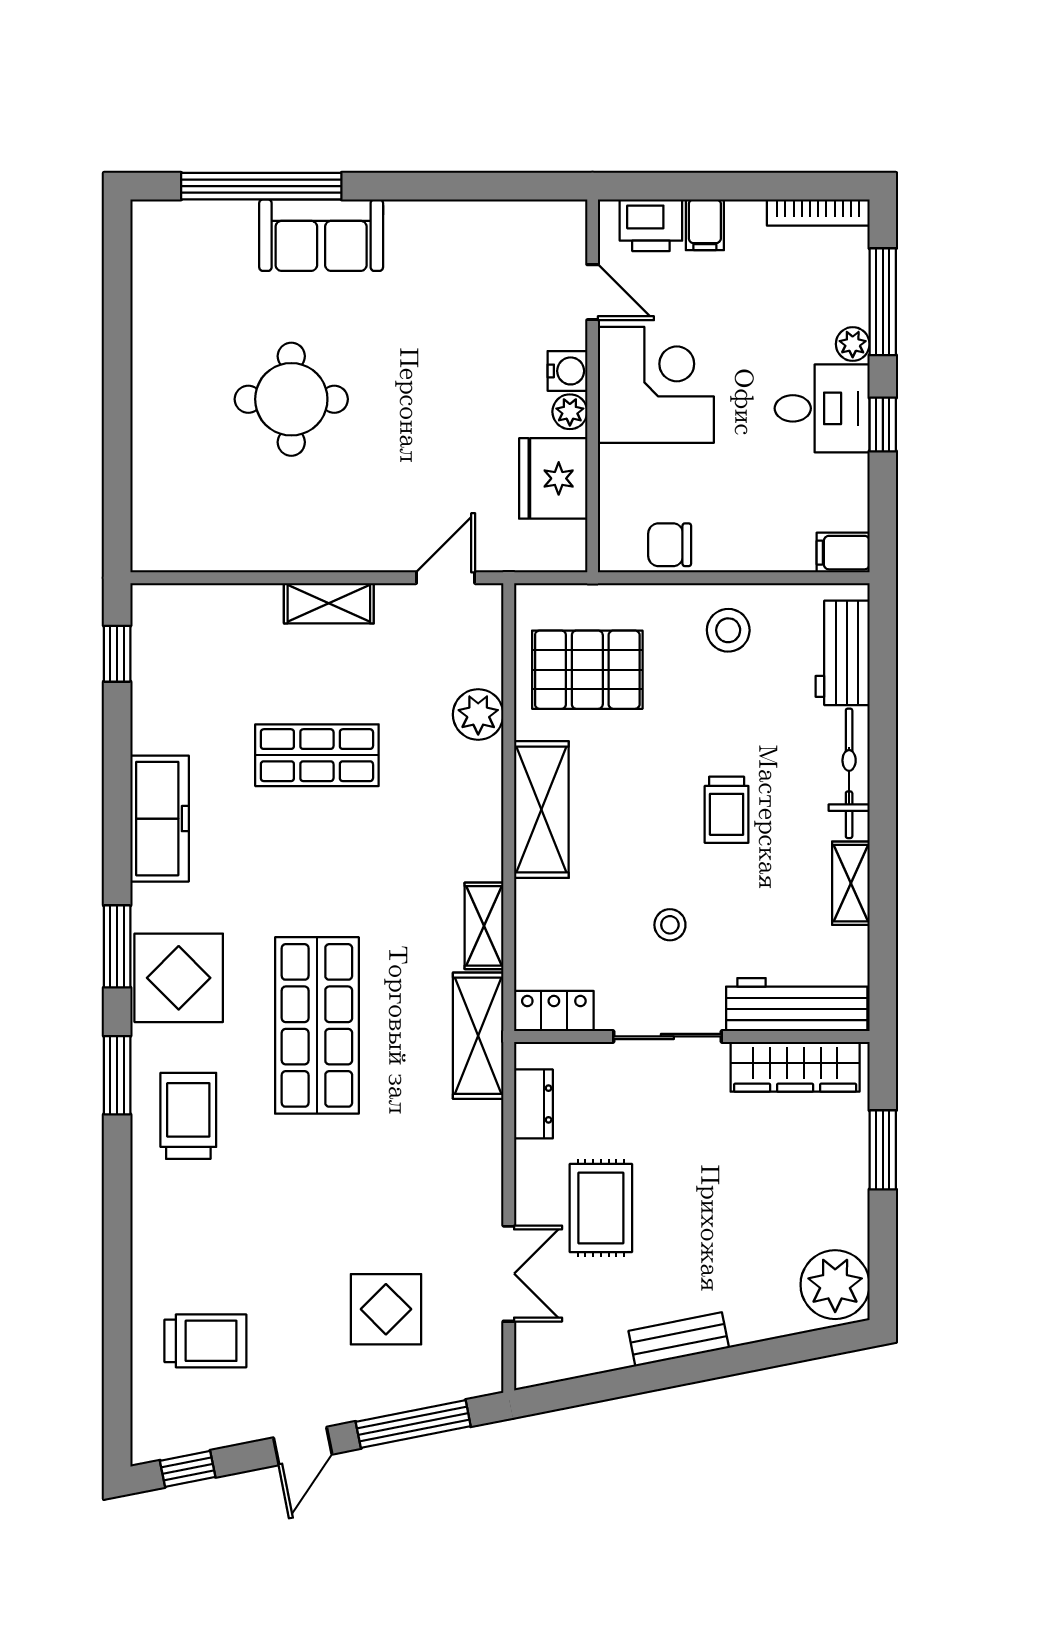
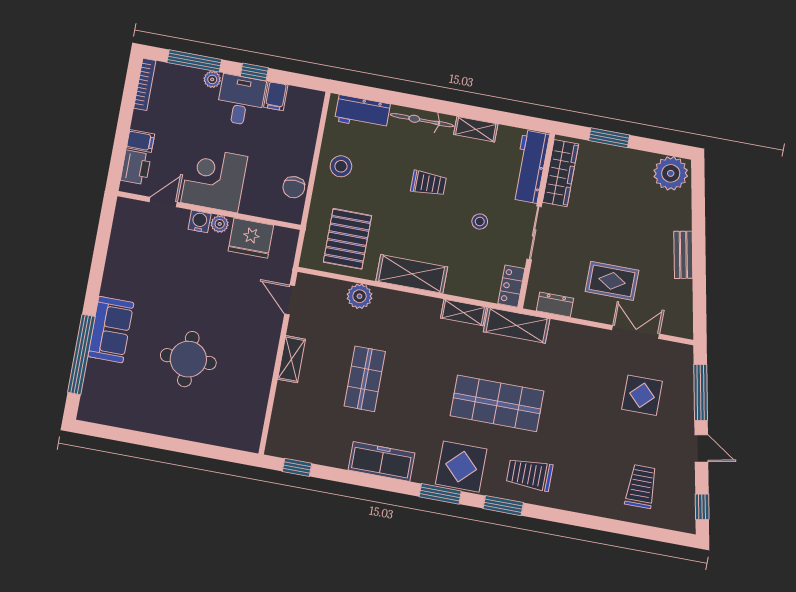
filing cabinet: (843, 553) -> (276, 96), moved

